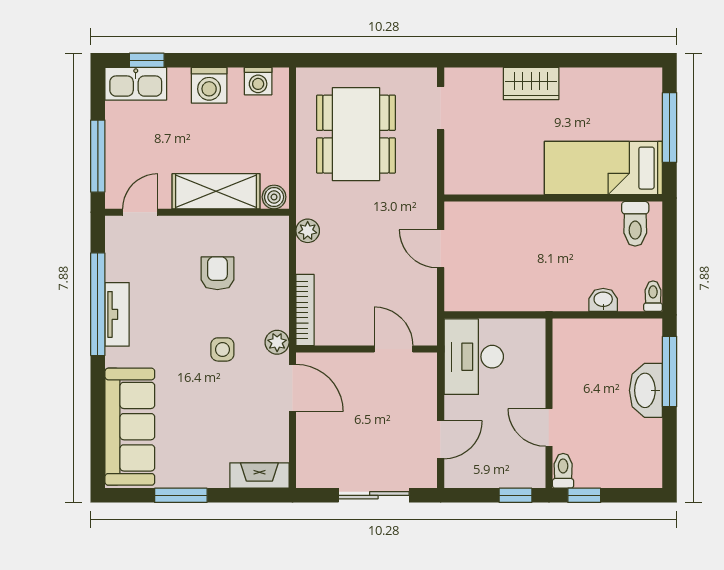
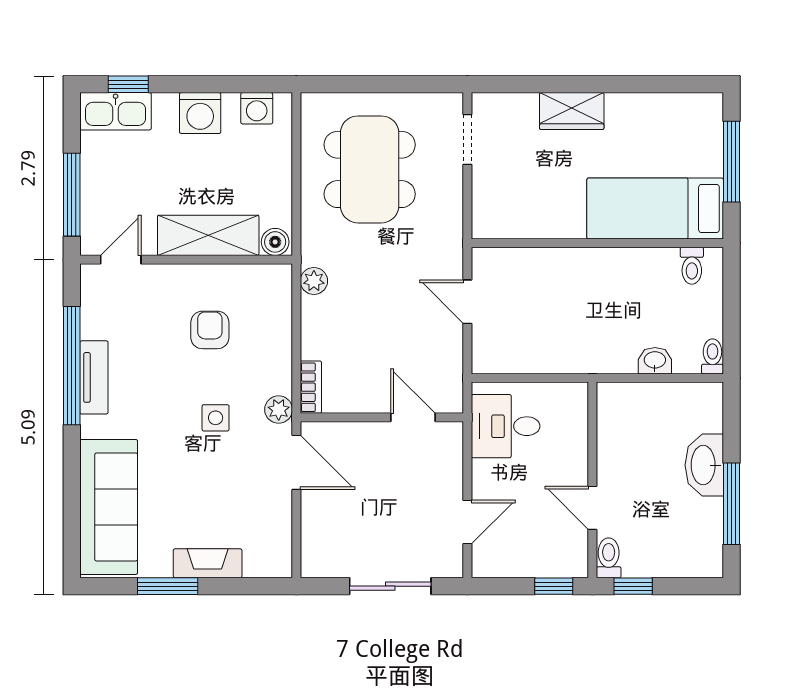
toilet: (635, 224) -> (692, 266), width x0.73, depth x0.72
bookcase: (305, 310) -> (311, 387), width x0.64
desk: (474, 357) -> (506, 426), width x0.73
window: (670, 371) -> (731, 504), moved
fireplace: (259, 476) -> (208, 563), moved

